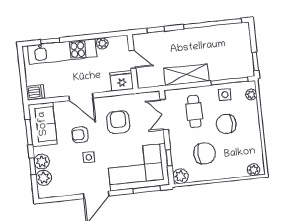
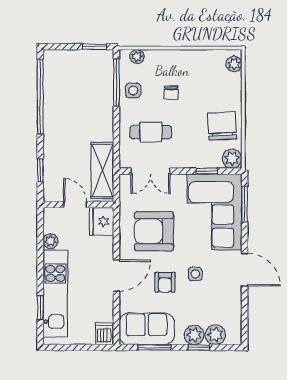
door: (132, 59) -> (75, 205), hinge flipped
shelving: (186, 75) -> (102, 171), moved
armchair: (118, 122) -> (154, 231), width x1.36, depth x1.36
chair: (226, 124) -> (171, 93), width x0.54, depth x0.54
chair: (205, 153) -> (222, 126), moved

